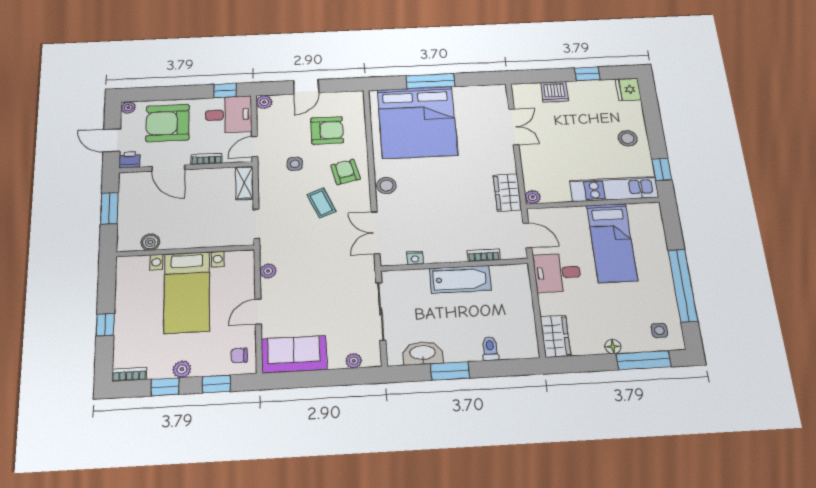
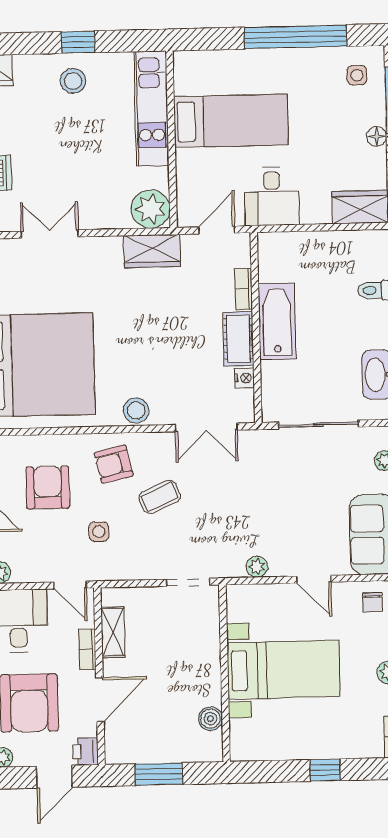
window: (662, 169) -> (78, 42), moved
shelving: (244, 183) -> (113, 632), moved, turned 90
plant: (533, 197) -> (151, 209), width x1.88, depth x1.88
cot: (445, 253) -> (238, 339), added

